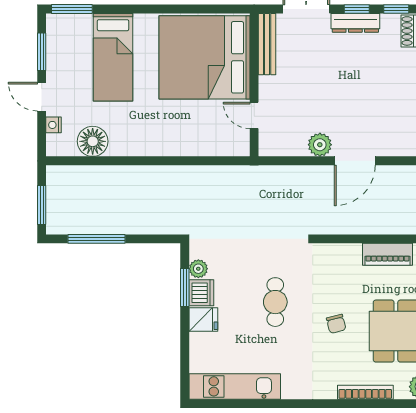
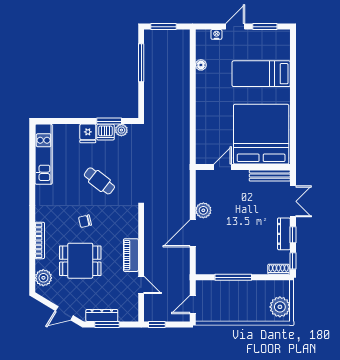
window: (72, 9) -> (293, 46), removed
floor lamp: (93, 141) -> (201, 65), width x0.53, depth x0.53
door: (355, 161) -> (193, 233), hinge flipped
cafe table: (275, 302) -> (99, 181), turned 38

